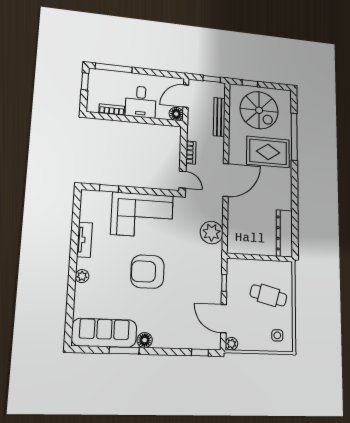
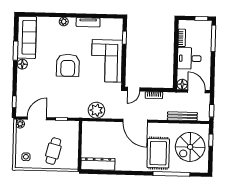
armchair: (147, 272) -> (68, 65), turned 180

